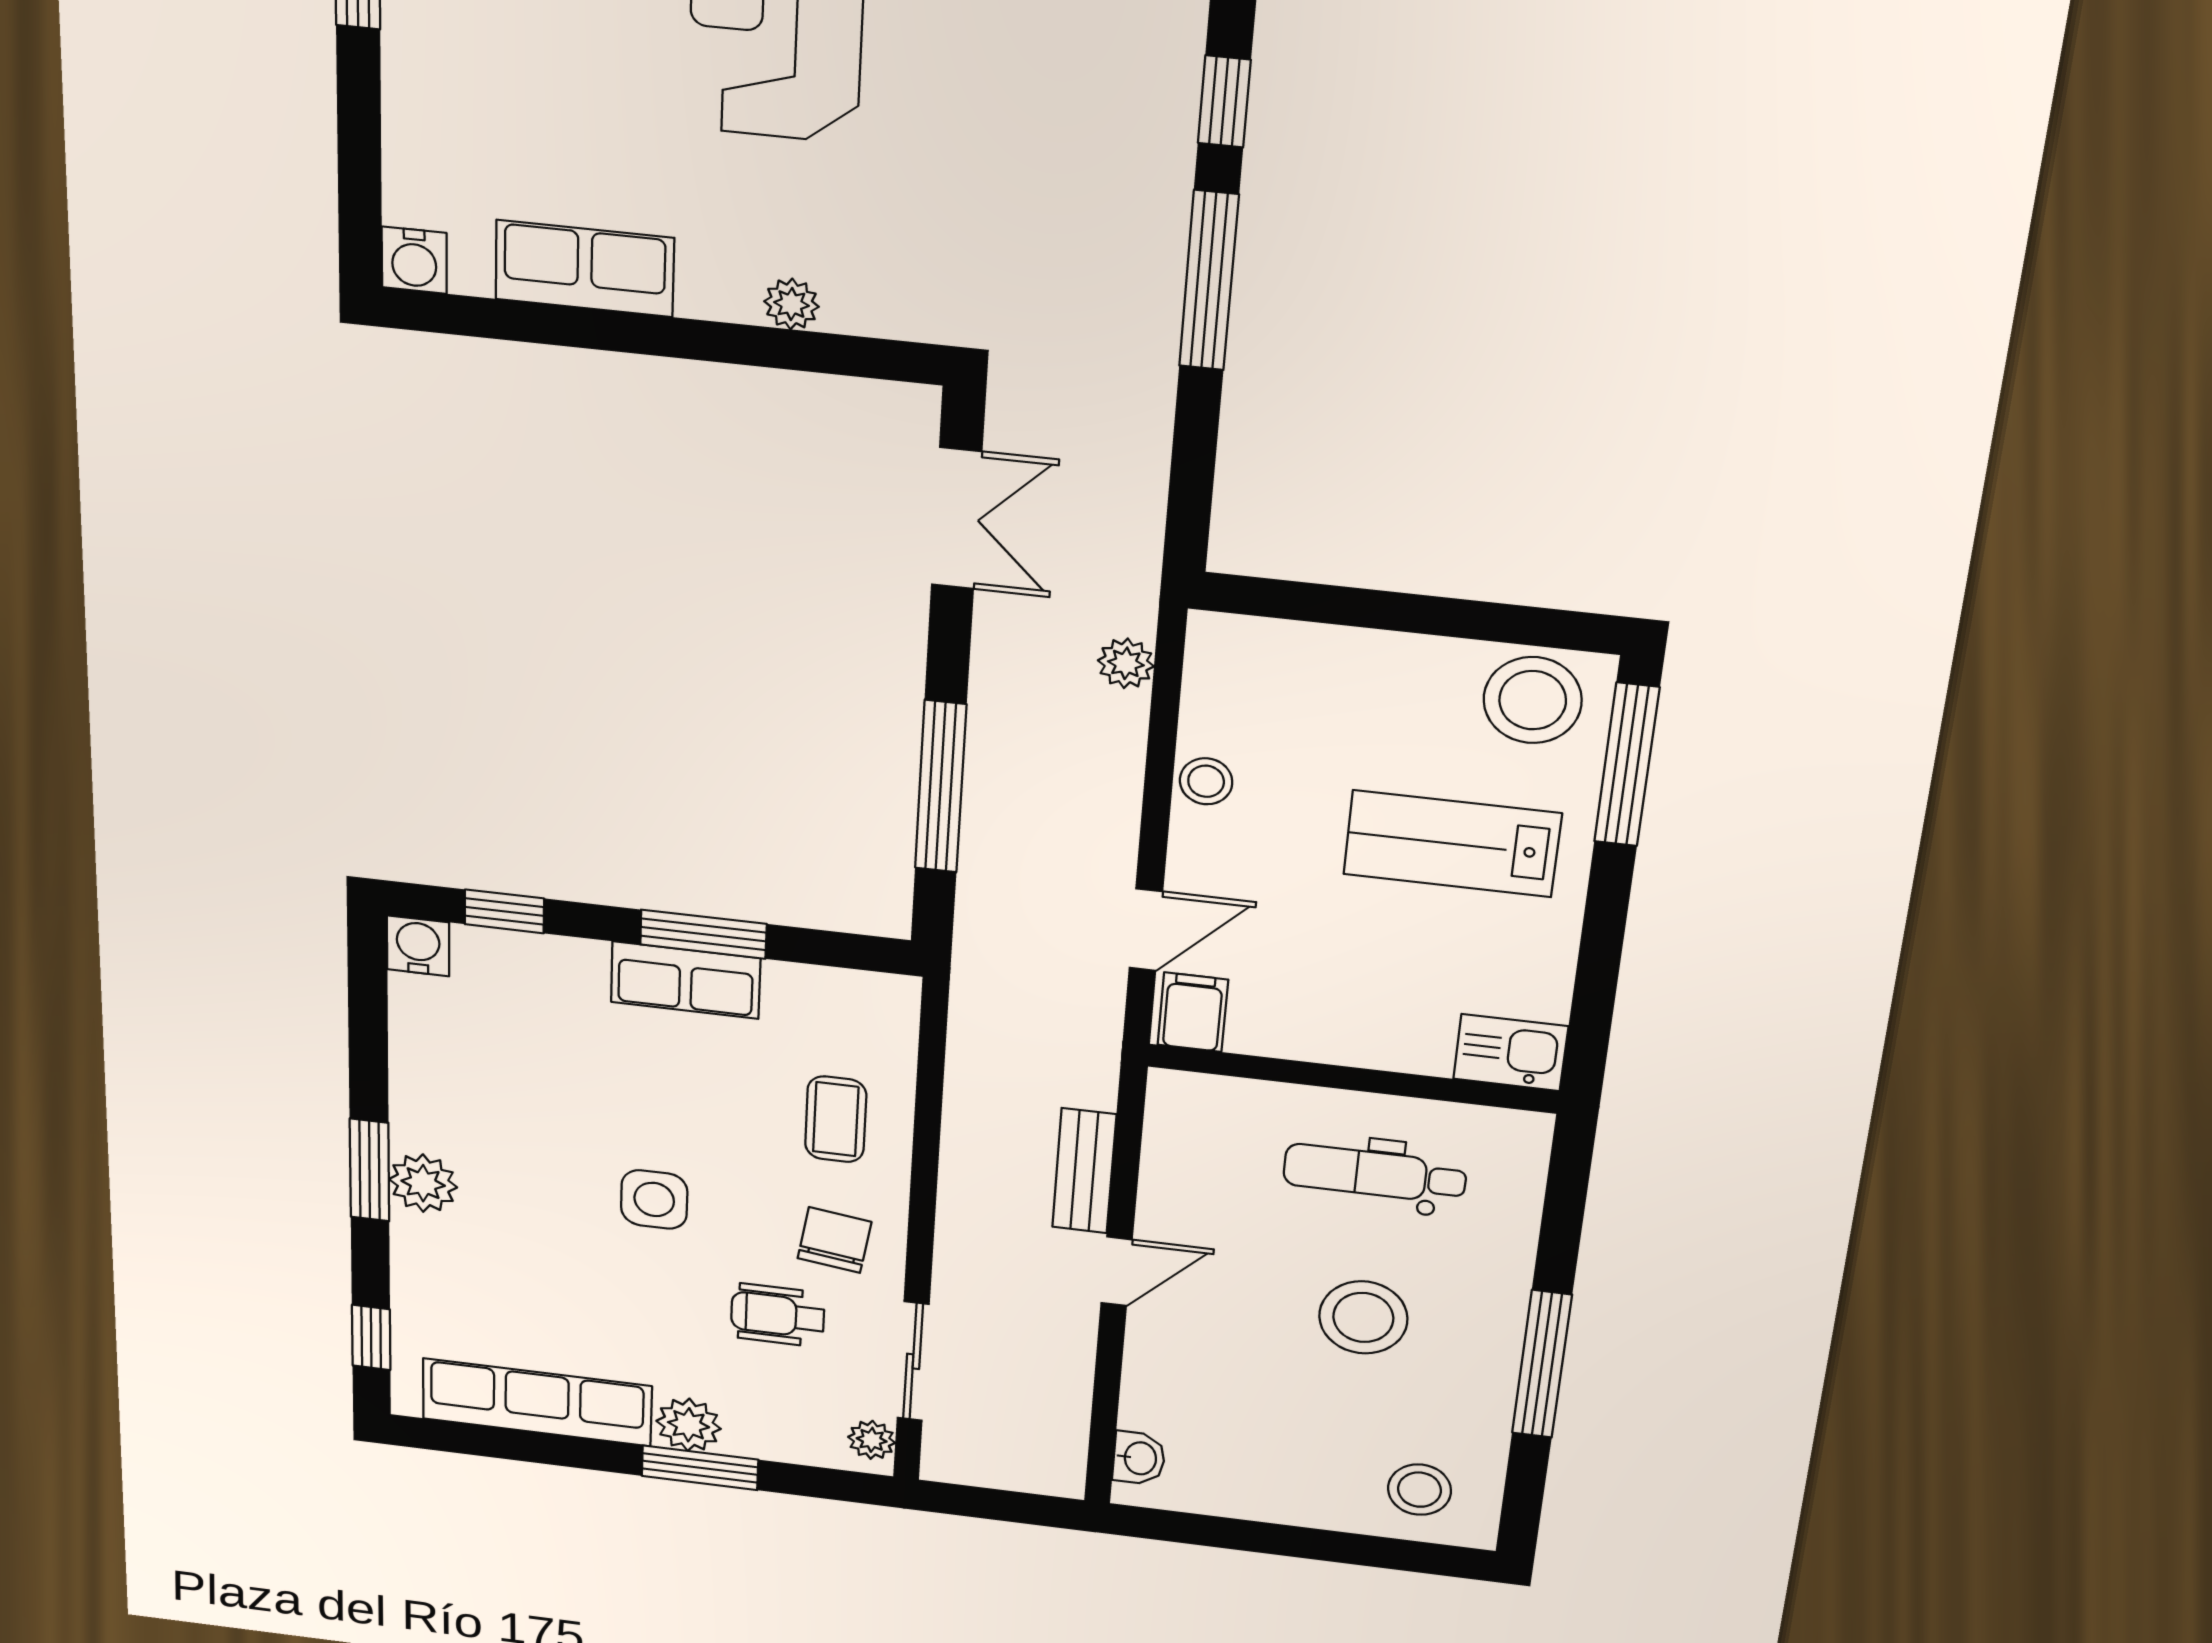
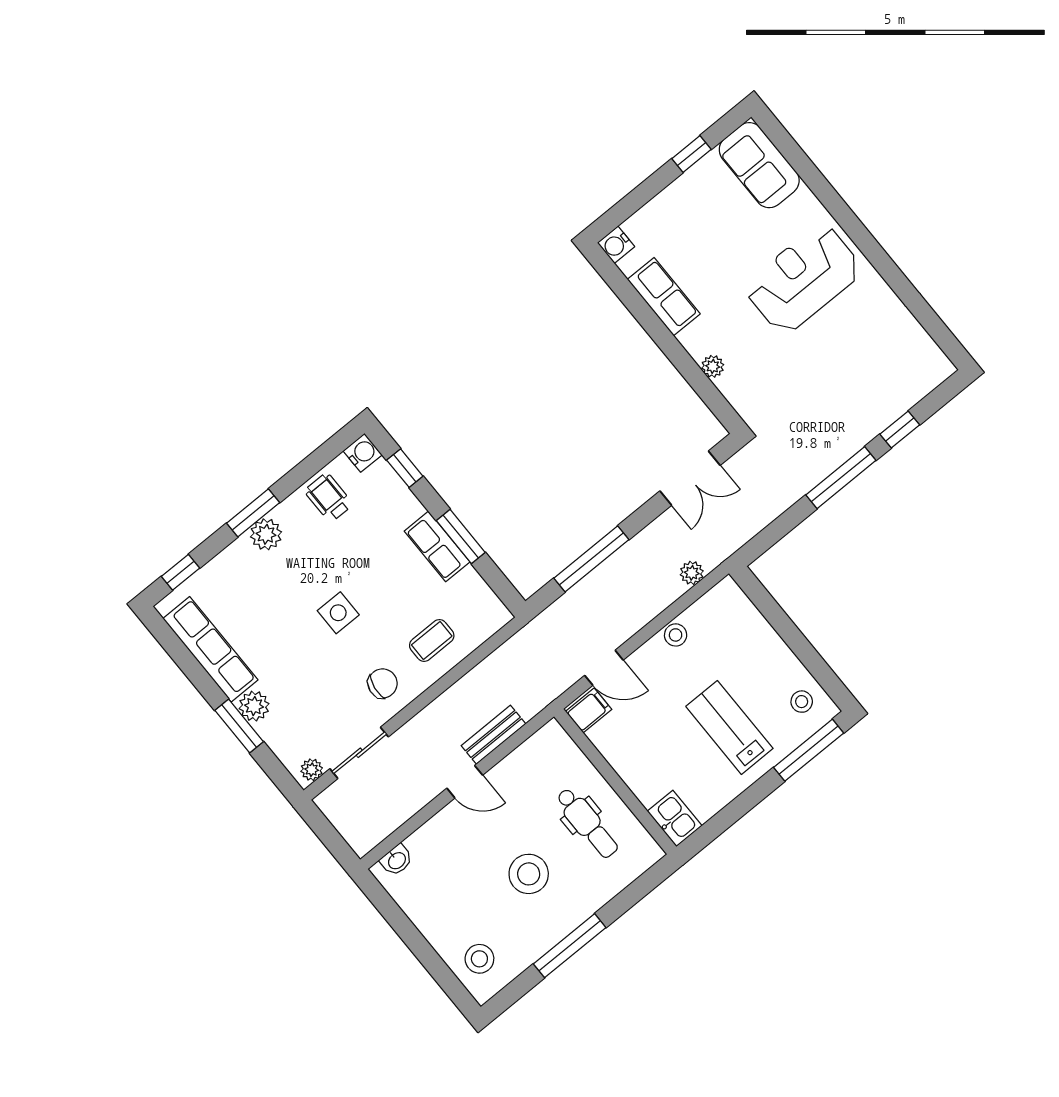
stool: (1533, 700) -> (802, 702), width x0.53, depth x0.53
dental chair: (1375, 1174) -> (587, 823), turned 180
wheelchair: (778, 1315) -> (329, 497), moved

